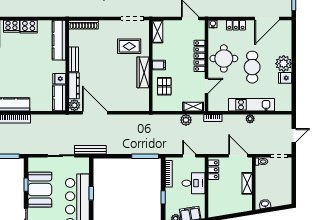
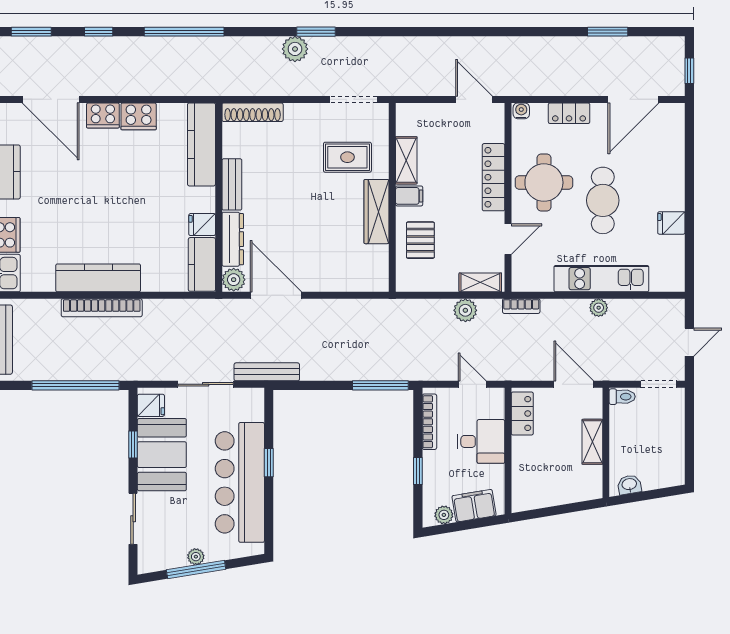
shelving: (158, 32) -> (406, 160), moved
plant: (284, 64) -> (668, 193), removed
fridge: (35, 166) -> (151, 405), added

